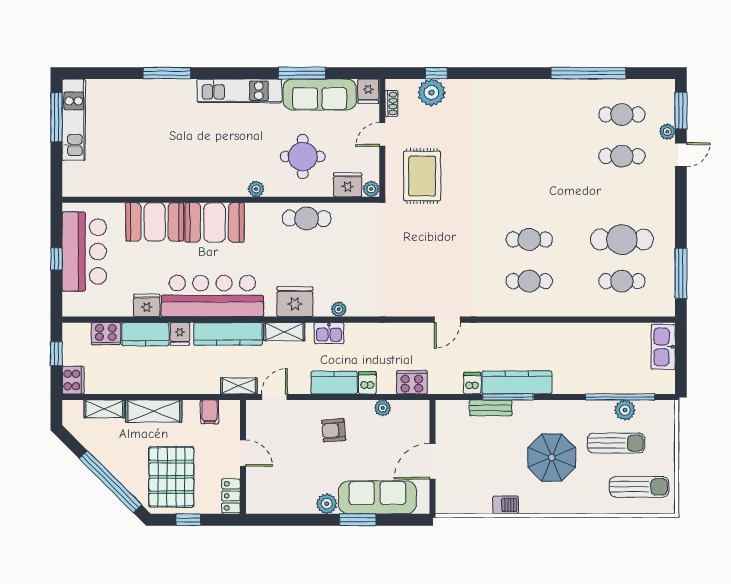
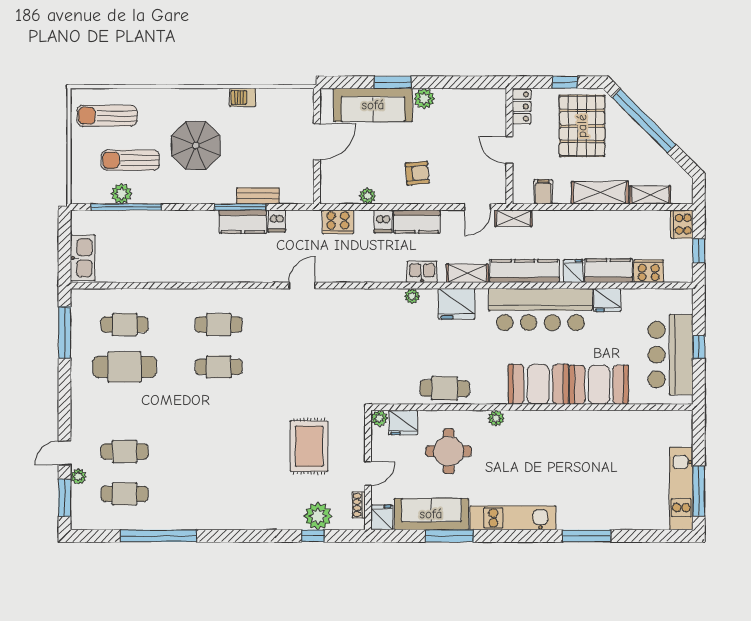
rug: (422, 176) -> (309, 446), moved
kitchen counter: (517, 382) -> (243, 222), width x0.67

